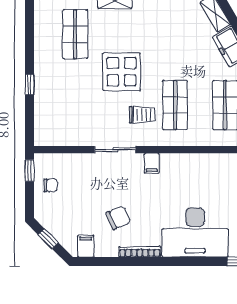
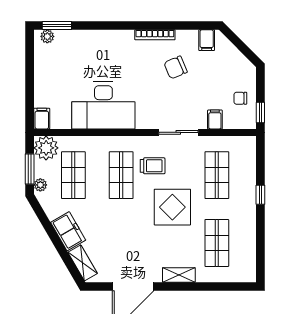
shop shelf: (75, 105) -> (217, 175), added
trolley: (142, 115) -> (153, 166), turned 180
filing cabinet: (152, 163) -> (215, 119), moved
desk: (195, 232) -> (103, 105), moved, turned 180
window: (48, 239) -> (242, 47), removed

